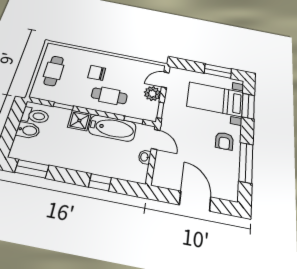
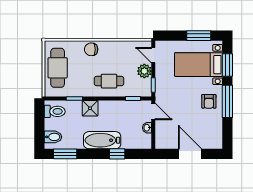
cafe table: (54, 71) -> (58, 68), width x1.37, depth x1.35
chair: (97, 73) -> (91, 49), moved
door: (165, 80) -> (153, 55), hinge flipped
bathtub: (112, 128) -> (102, 140), moved, turned 180
bidet: (28, 130) -> (53, 137), moved
window: (246, 163) -> (227, 101), moved

